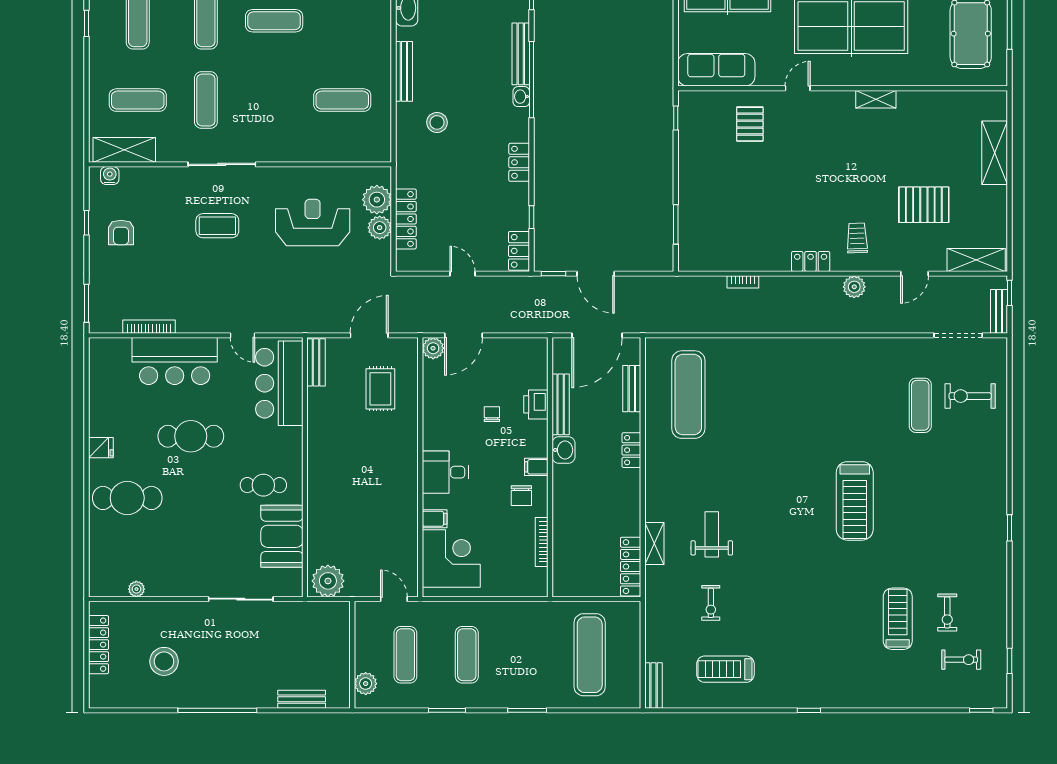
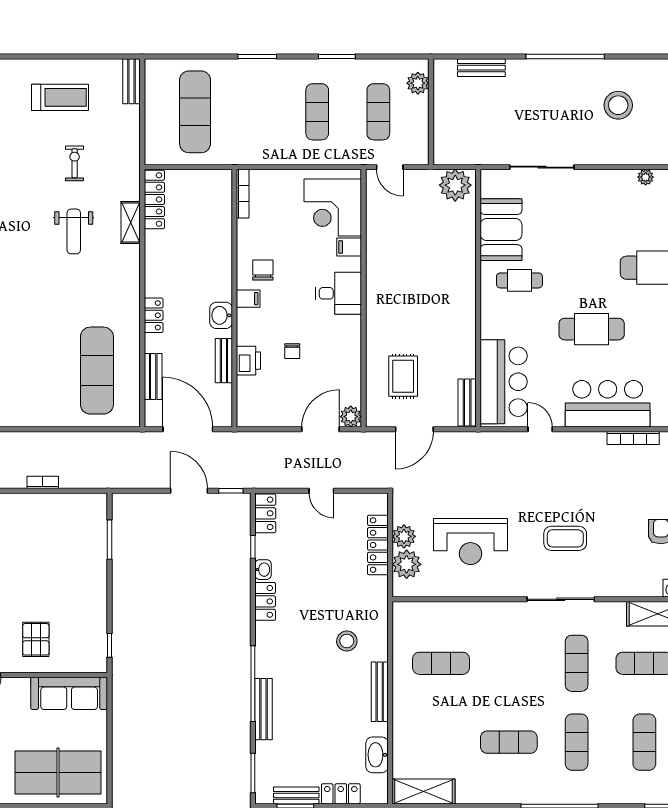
washbasin: (521, 97) -> (263, 570), moved
door: (597, 335) -> (188, 429), hinge flipped
bench: (561, 404) -> (224, 361), width x0.73
bookcase: (542, 542) -> (243, 194), moved

